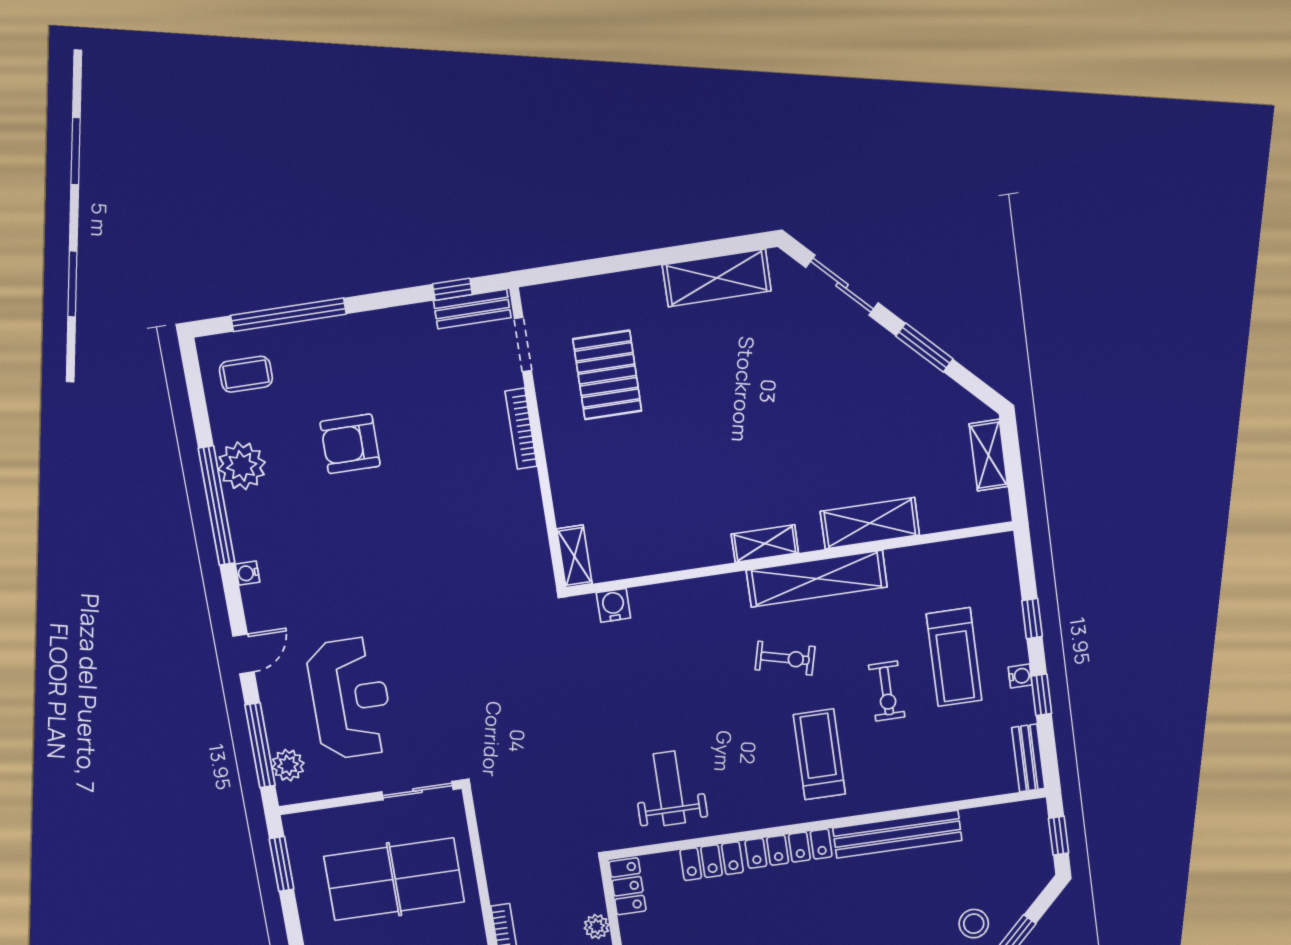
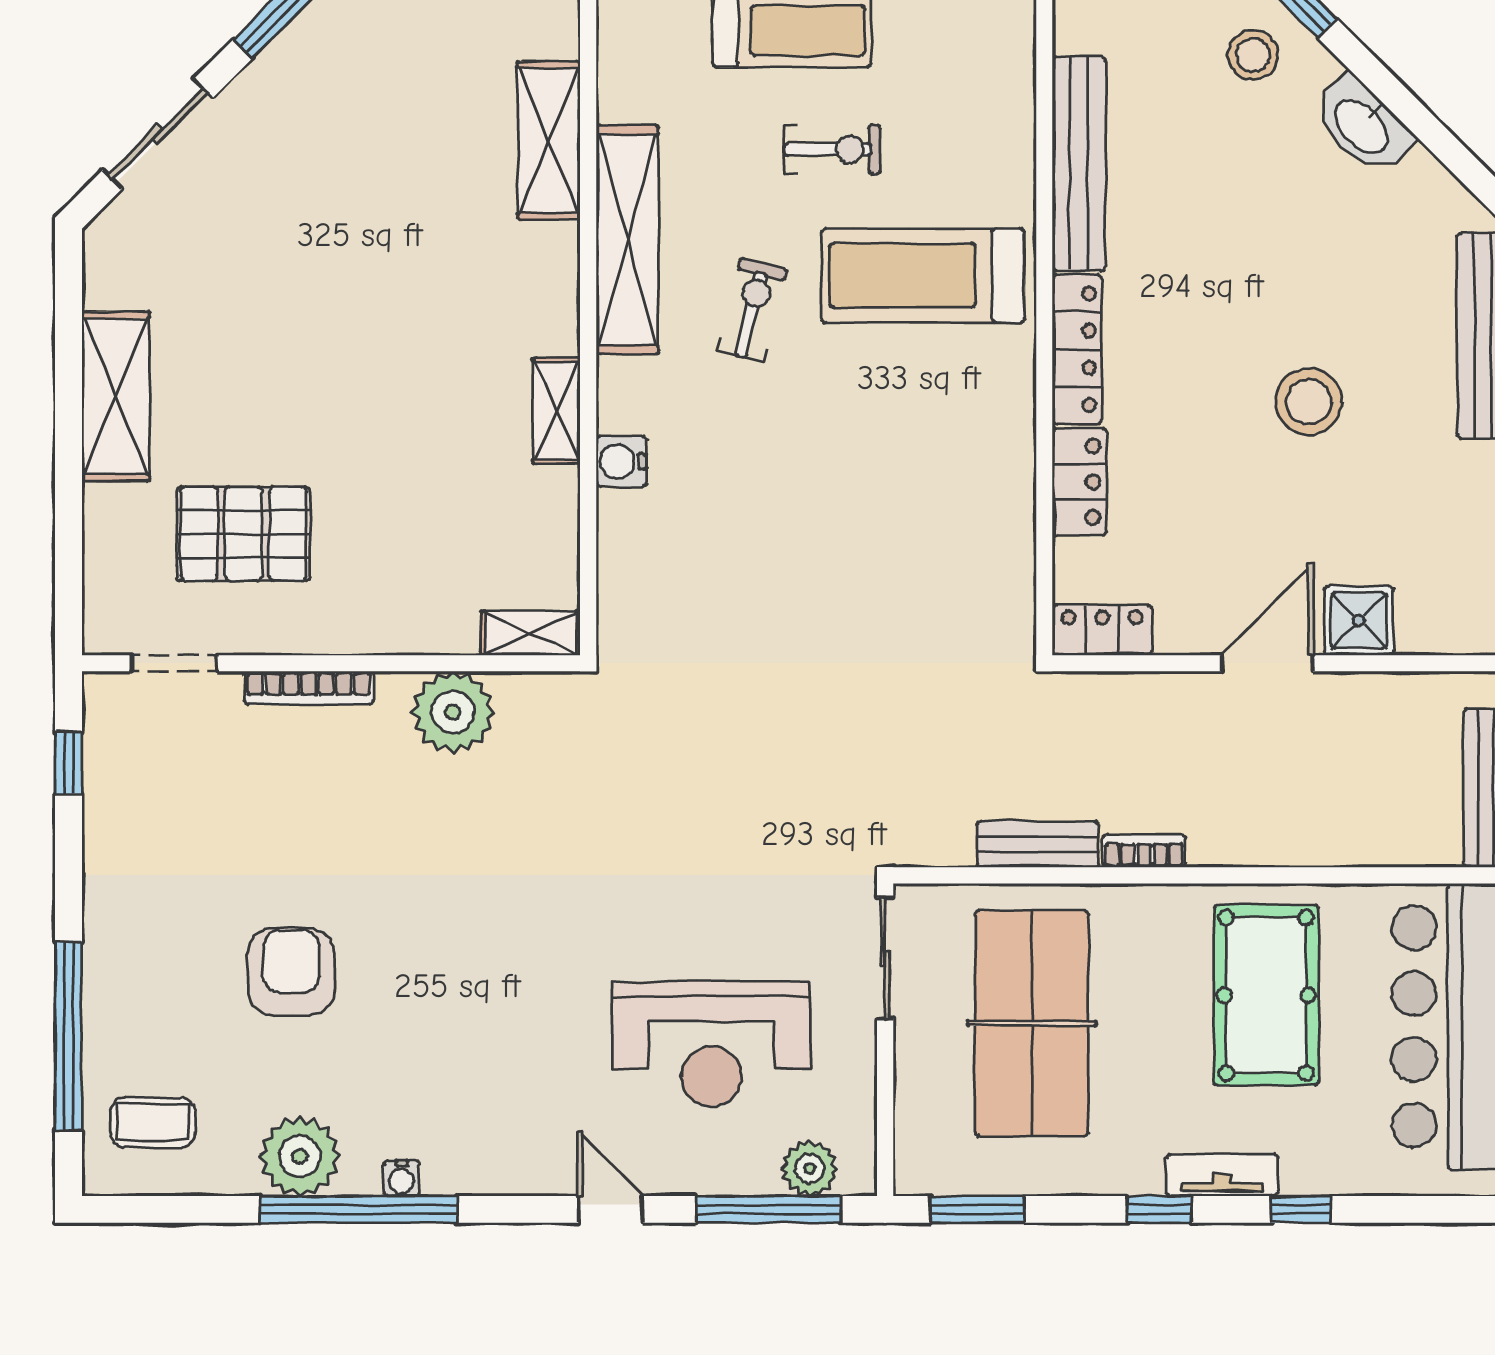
shelving: (717, 278) -> (116, 396), moved
bench: (472, 309) -> (1038, 844), moved, turned 90
coffee table: (246, 374) -> (153, 1122), turned 90
armchair: (350, 444) -> (291, 972), turned 180
shelving: (765, 543) -> (556, 411), moved
water cooler: (248, 573) -> (402, 1178), moved
water cooler: (613, 605) -> (621, 462), moved
reception desk: (350, 698) -> (711, 1044), turned 180
treadmill: (819, 754) -> (923, 276), width x1.37, depth x1.38
weight bench: (669, 788) -> (944, 534), removed
plant: (597, 927) -> (453, 712), moved, width x1.87, depth x1.87

